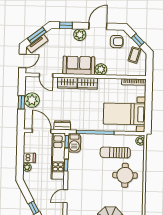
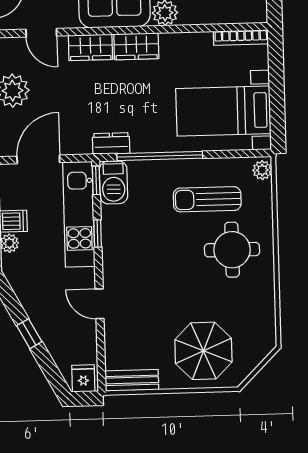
dresser: (62, 125) -> (111, 143), moved
door: (42, 131) -> (38, 159), hinge flipped
door: (65, 196) -> (100, 304), hinge flipped

